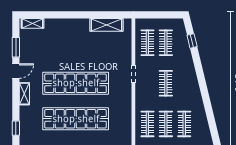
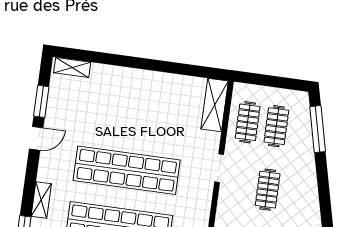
shelving: (106, 25) -> (215, 105), moved, turned 90
window: (192, 41) -> (318, 129), width x2.17
shelving: (24, 94) -> (41, 200), moved

